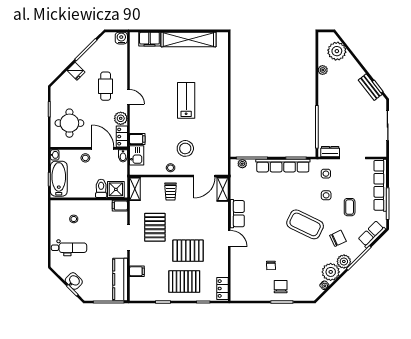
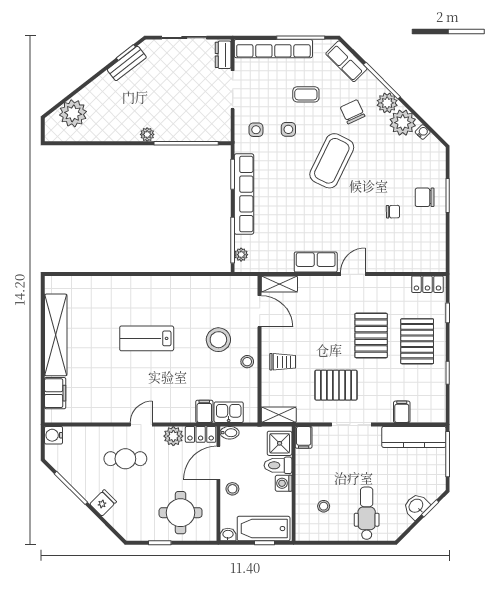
plant: (323, 70) -> (147, 134), moved
dresser: (330, 152) -> (223, 55), moved
washing machine: (89, 192) -> (284, 483), added

